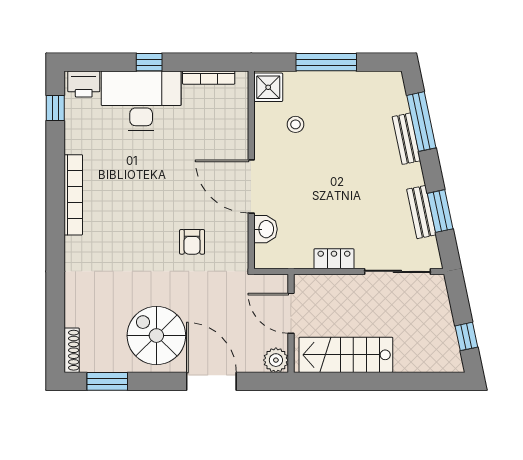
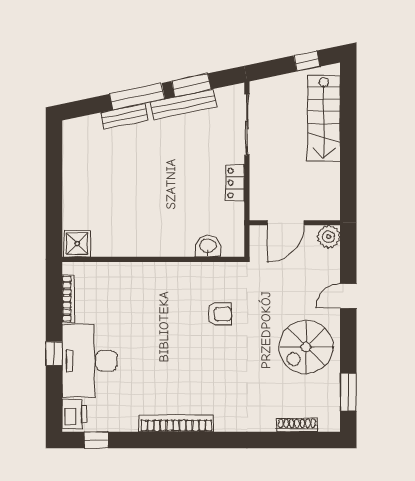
window: (326, 62) -> (54, 190), removed
window: (421, 122) -> (137, 96), moved
stool: (295, 124) -> (111, 219), removed
door: (251, 186) -> (169, 259), removed
bench: (421, 212) -> (184, 104), width x1.36
shoe rack: (72, 350) -> (297, 425), moved
stairs: (346, 355) -> (324, 118), moved
door: (211, 381) -> (348, 296), width x0.53

